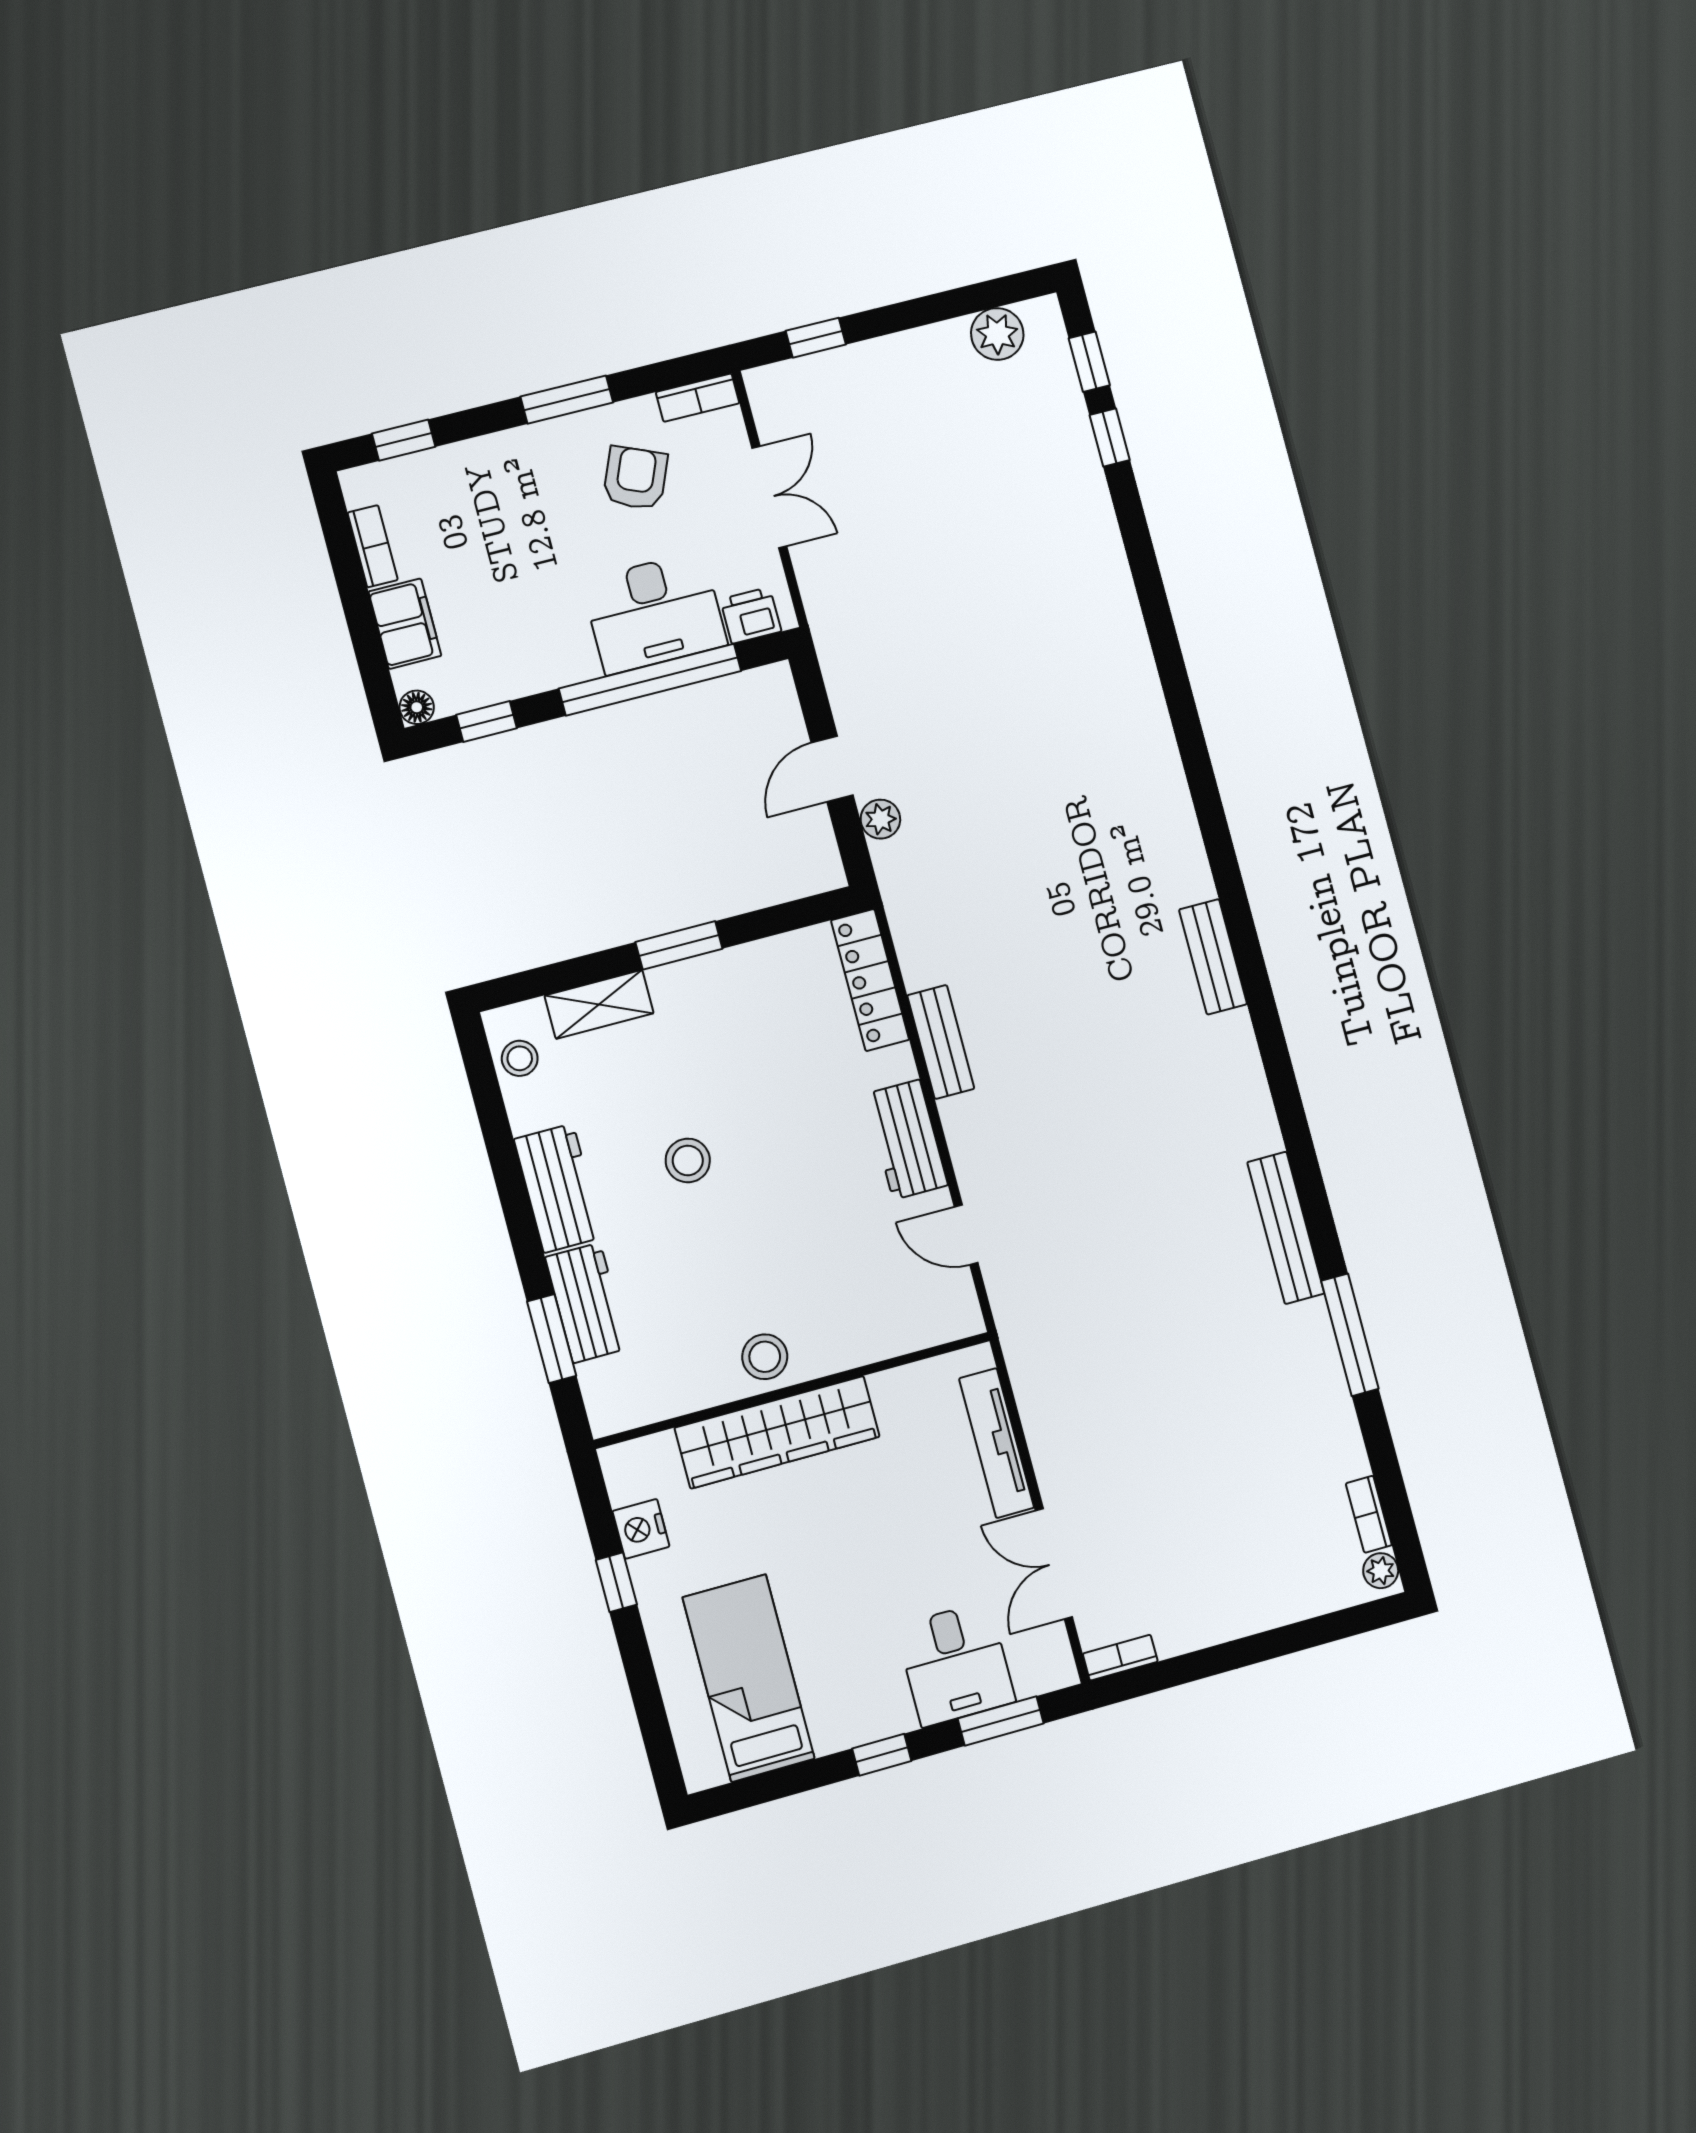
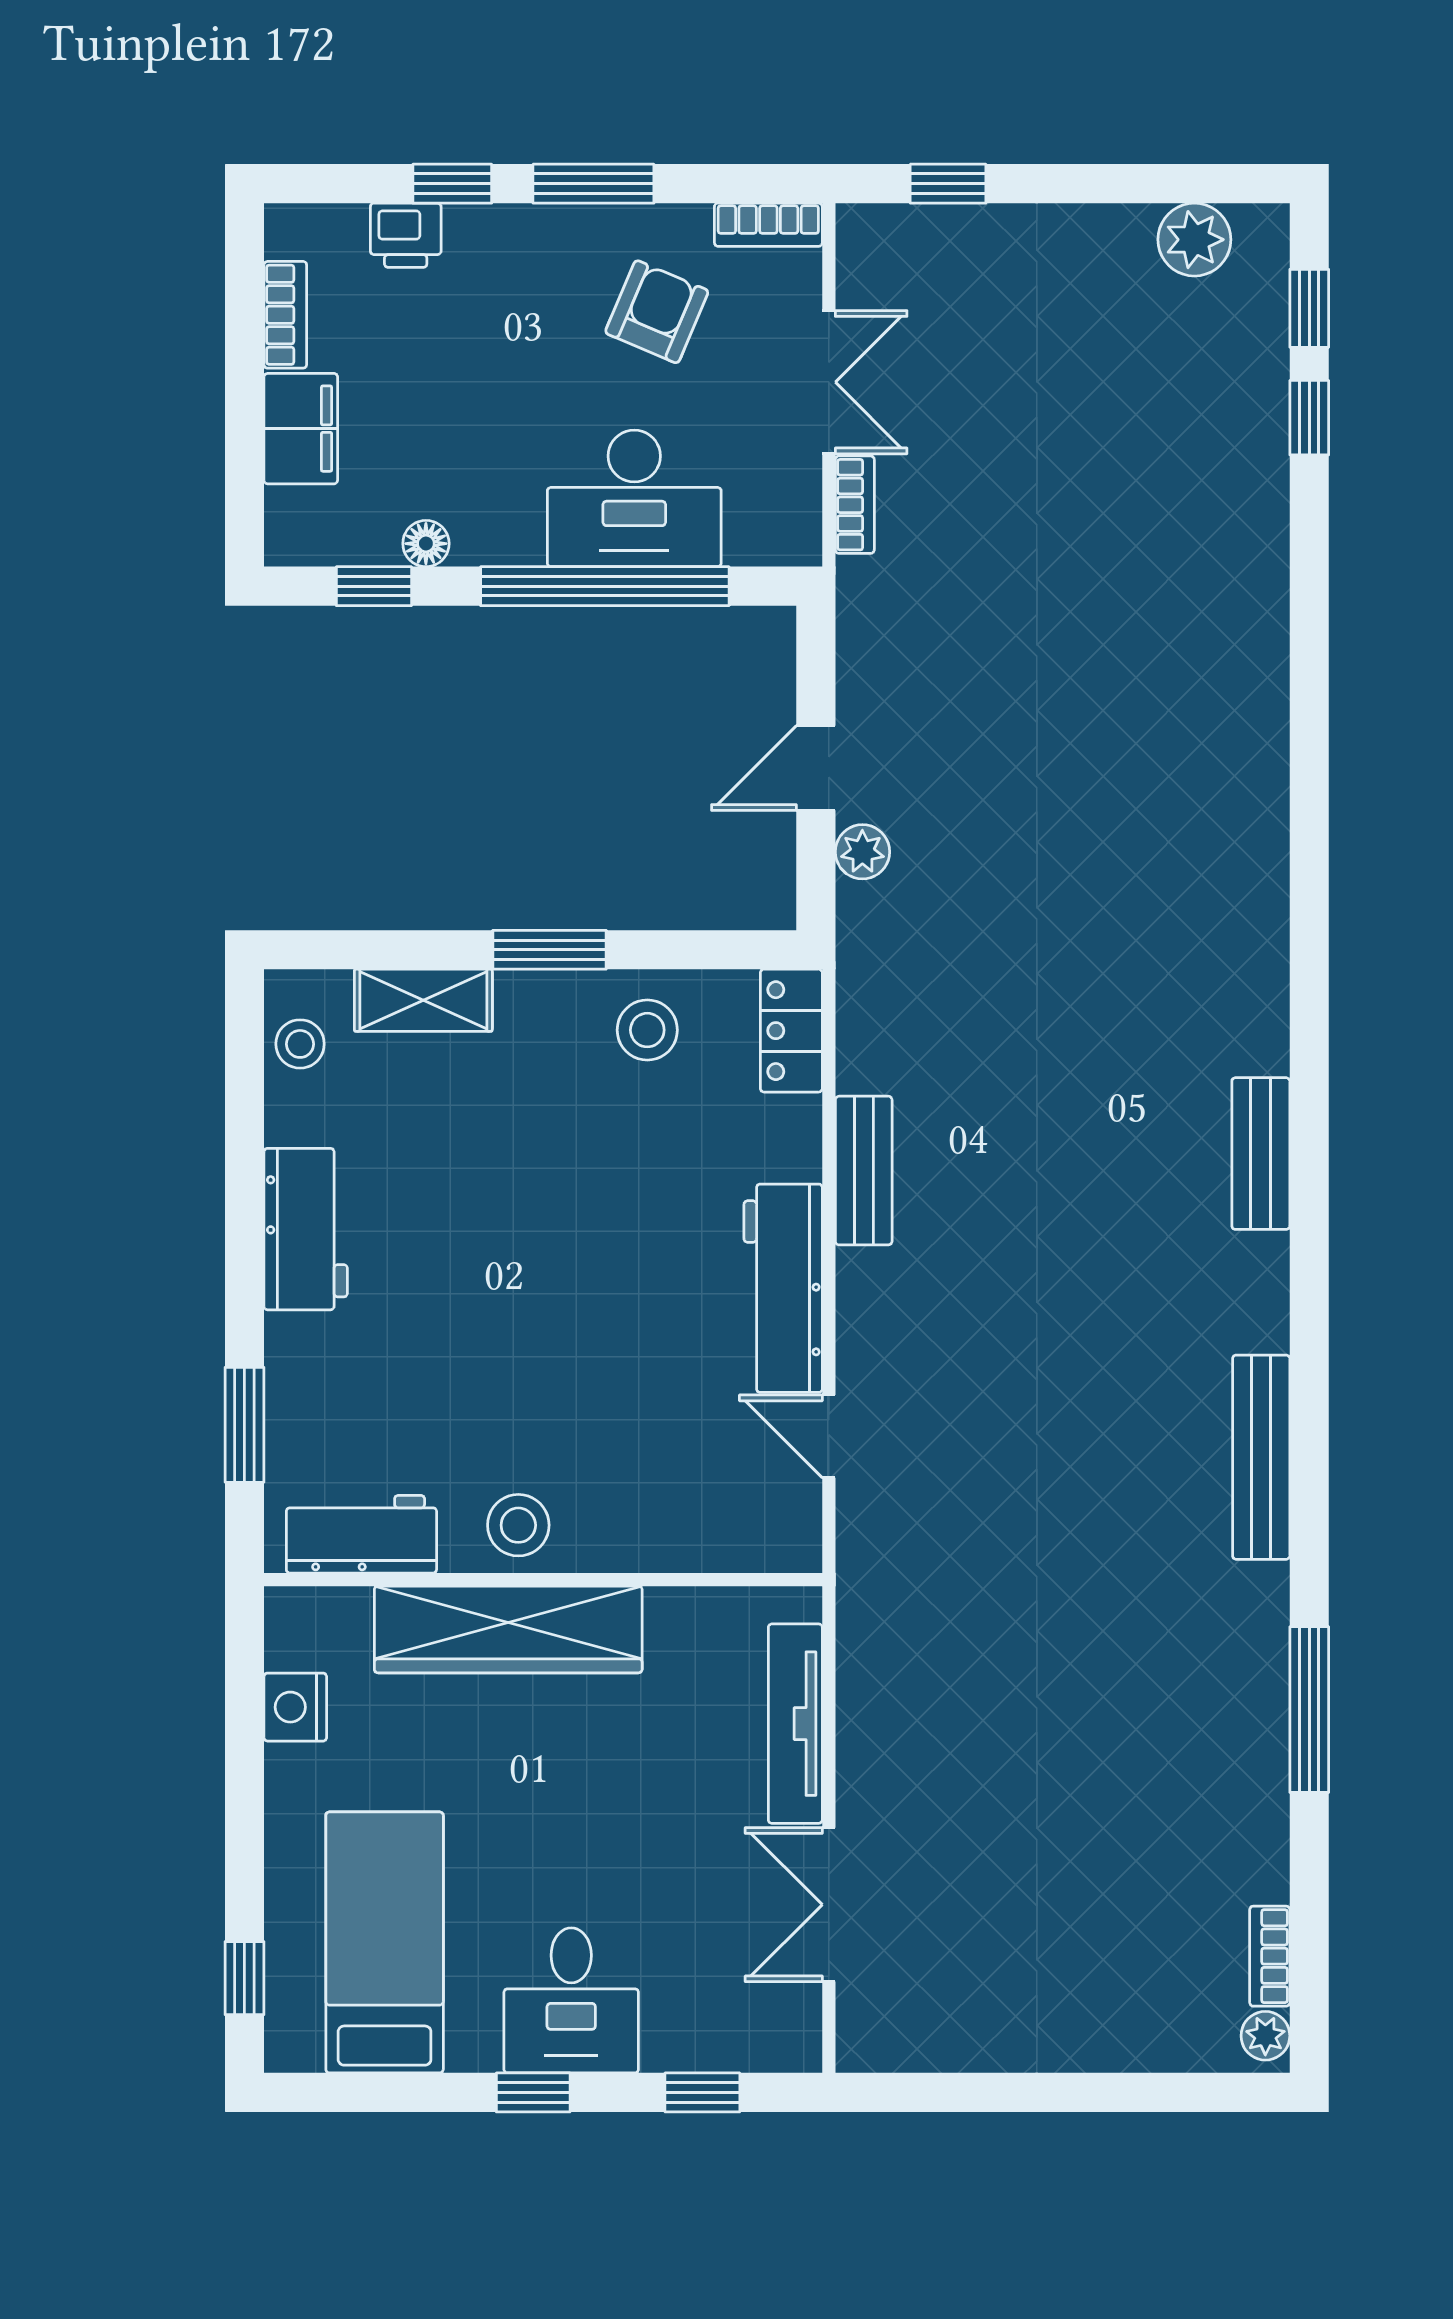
window: (404, 440) -> (452, 184), moved
printer: (751, 615) -> (406, 235), moved, turned 180
floor lamp: (417, 707) -> (426, 544), moved
locker: (870, 980) -> (791, 1031), width x0.66
workbench: (906, 1140) -> (783, 1288), width x1.38
stool: (688, 1160) -> (647, 1030), moved
bench: (1286, 1228) -> (1261, 1457), moved
workbench: (587, 1303) -> (361, 1534), moved, turned -90
window: (616, 1582) -> (244, 1978), moved
bookcase: (1120, 1658) -> (855, 505), moved, turned 90
desk: (956, 1664) -> (571, 2000), moved
window: (1001, 1721) -> (702, 2092), width x0.67

